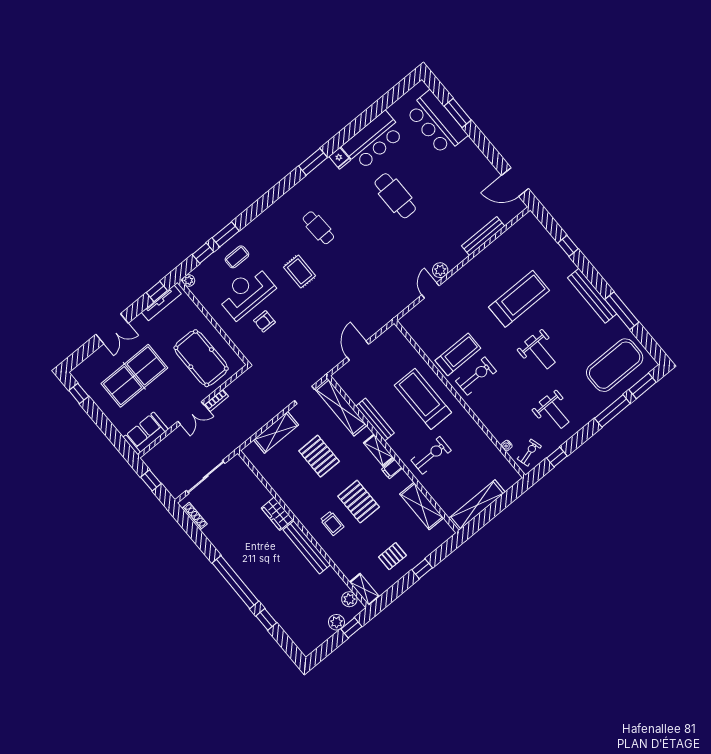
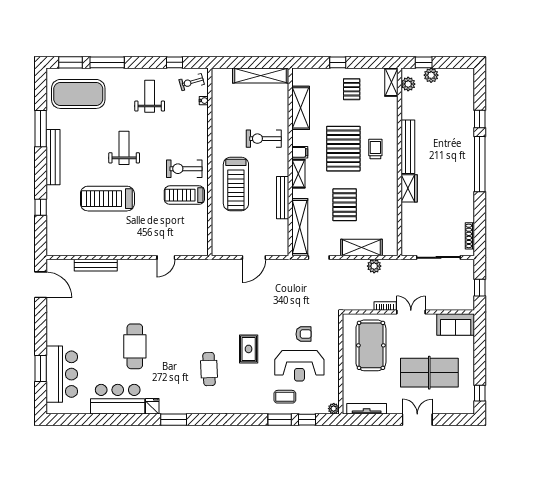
plant: (440, 270) -> (374, 266), moved
window: (157, 292) -> (363, 420), removed
pallet: (359, 502) -> (343, 149), width x1.37, depth x1.41
pallet: (392, 556) -> (352, 89), turned 90

